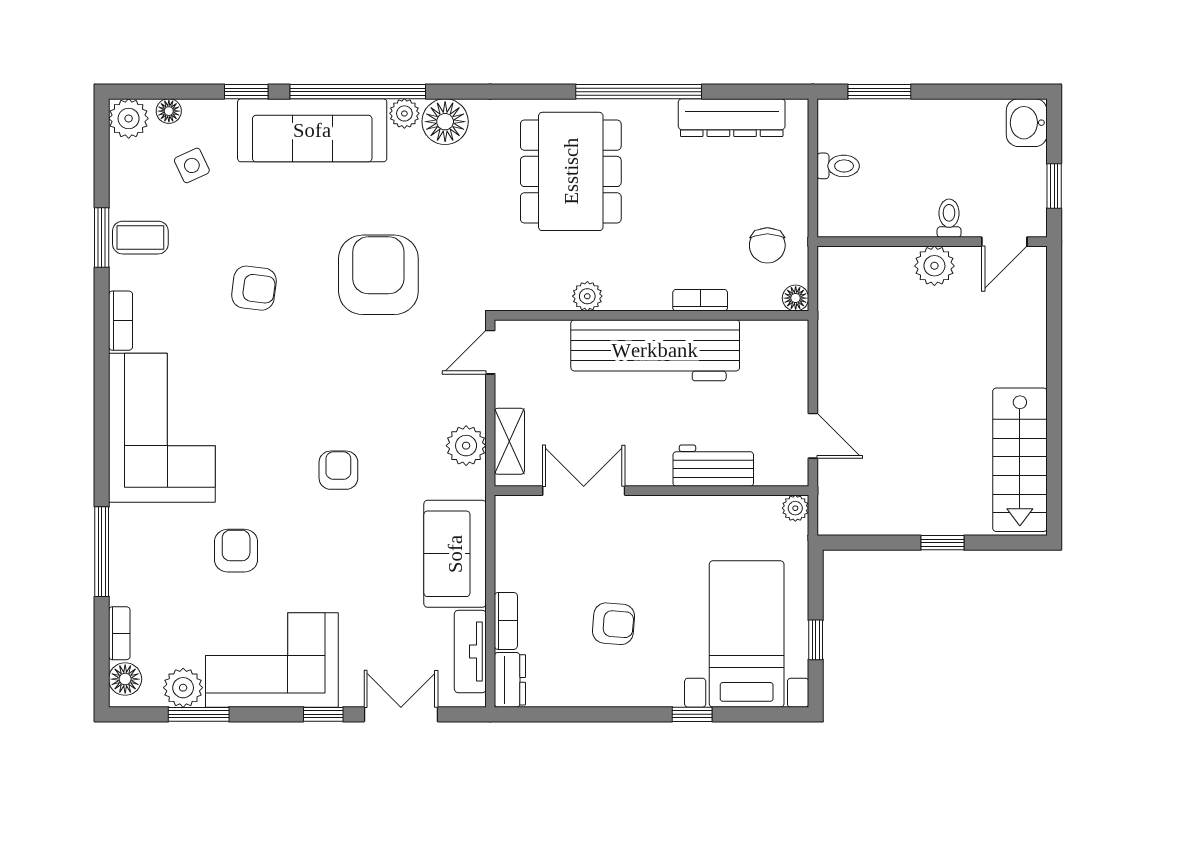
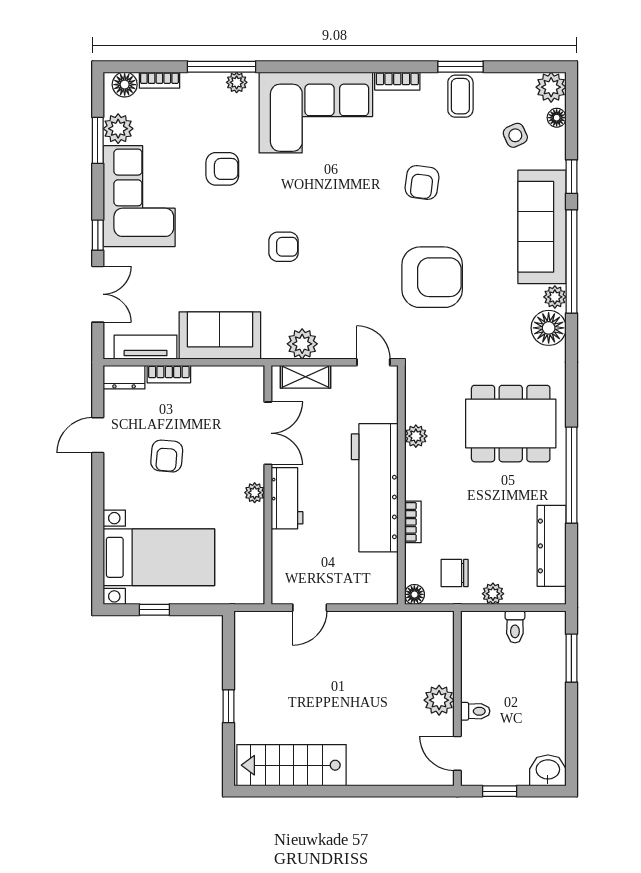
plant: (794, 195) -> (493, 594), added
workbench: (713, 466) -> (287, 498), moved
plant: (795, 508) -> (255, 493), moved
plant: (122, 532) -> (237, 82), added
door: (586, 714) -> (98, 435), added
window: (692, 714) -> (98, 516), removed

